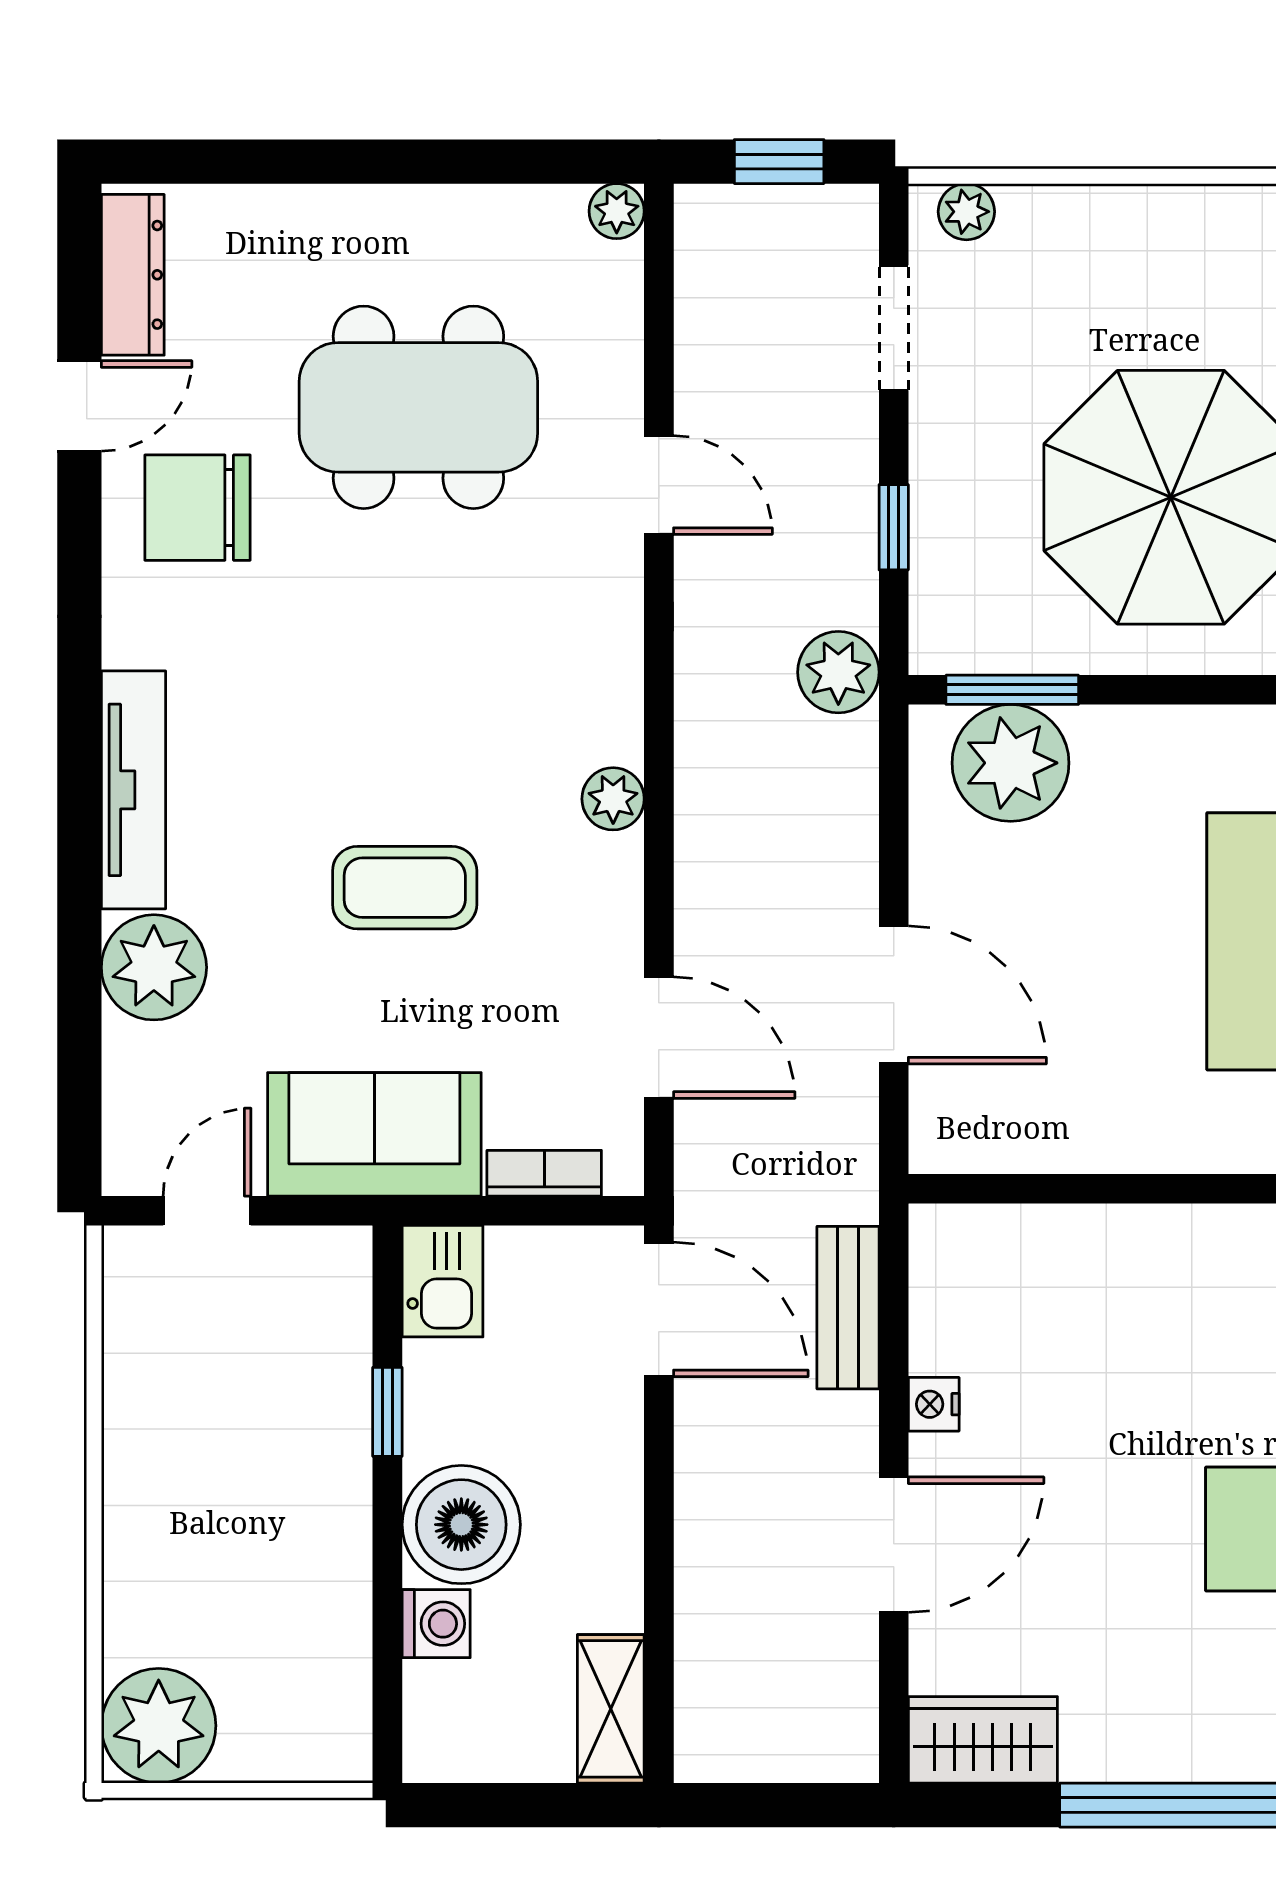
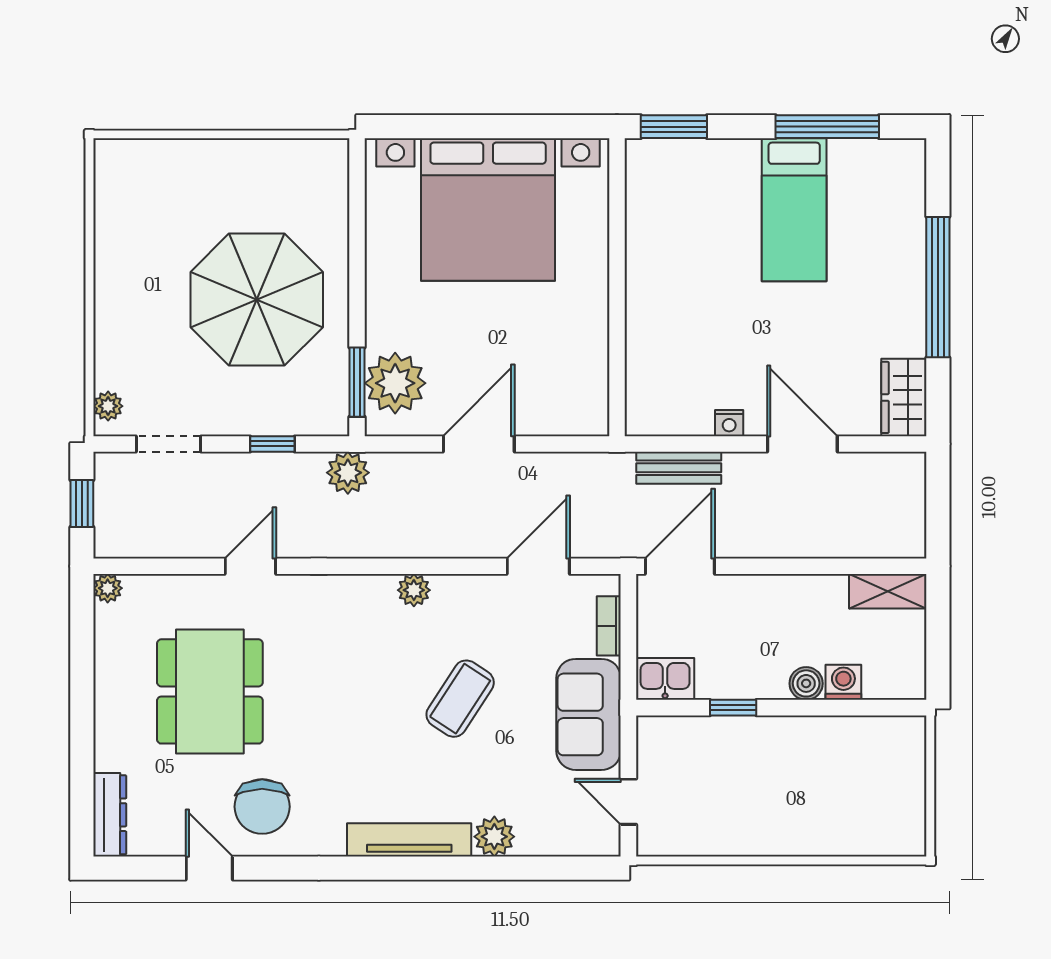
dresser: (133, 275) -> (110, 815), moved, turned 90
coffee table: (405, 888) -> (460, 699), turned 33
plant: (154, 967) -> (494, 837), width x0.73, depth x0.73
door: (894, 995) -> (479, 444), moved
boiler: (461, 1525) -> (806, 683), width x0.54, depth x0.54
plant: (159, 1726) -> (897, 827), removed

